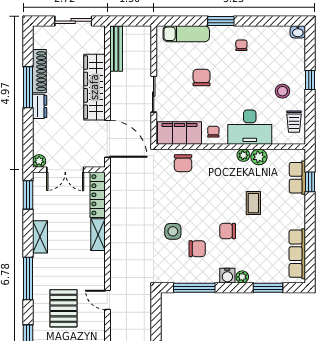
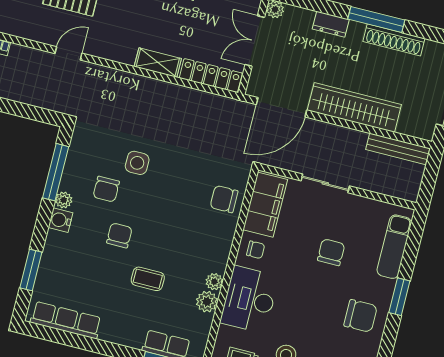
chair: (241, 45) -> (361, 316), width x1.87, depth x1.87
chair: (201, 78) -> (331, 252), turned -90
dresser: (40, 106) -> (331, 24), moved
plant: (242, 277) -> (64, 200), moved

